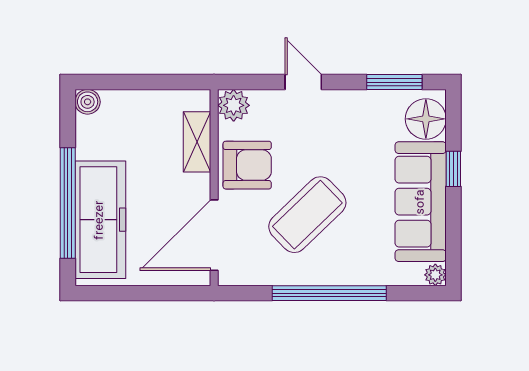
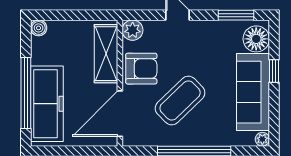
shelving: (197, 142) -> (106, 54), width x1.50, depth x1.33

